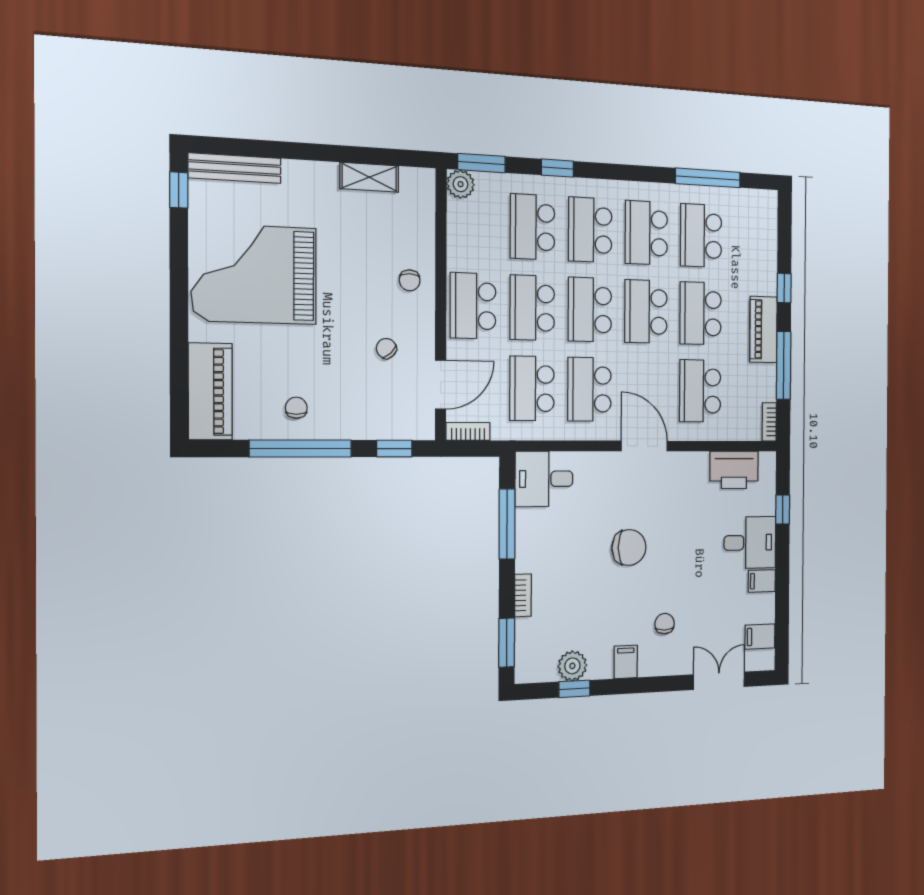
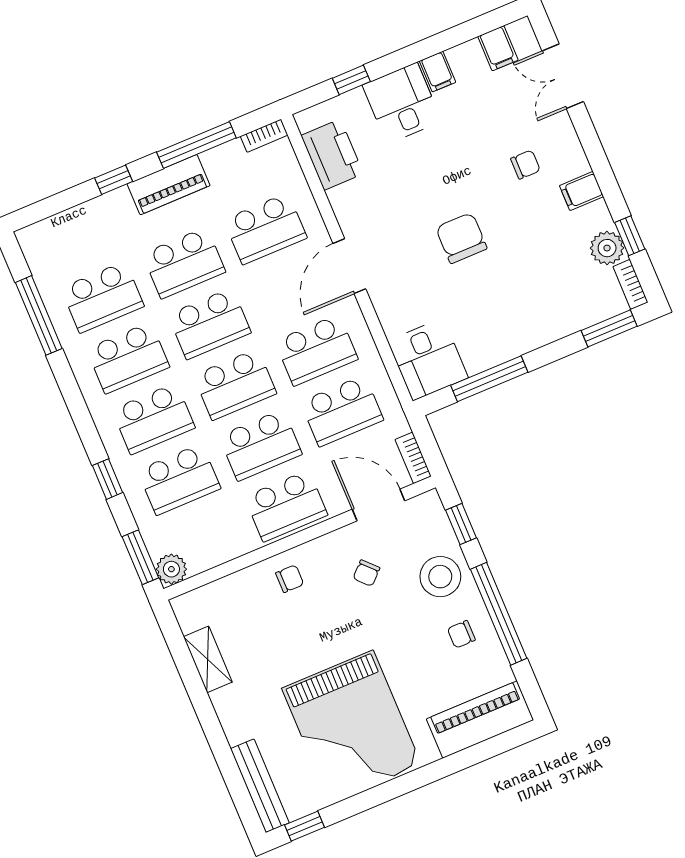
stool: (356, 411) -> (440, 577), added
bookcase: (523, 595) -> (631, 284), moved, turned -90
chair: (665, 624) -> (525, 165), turned 180

